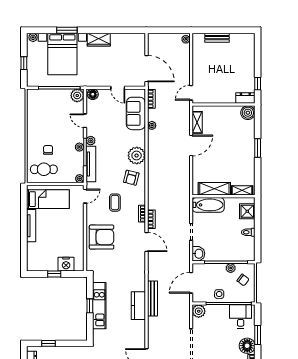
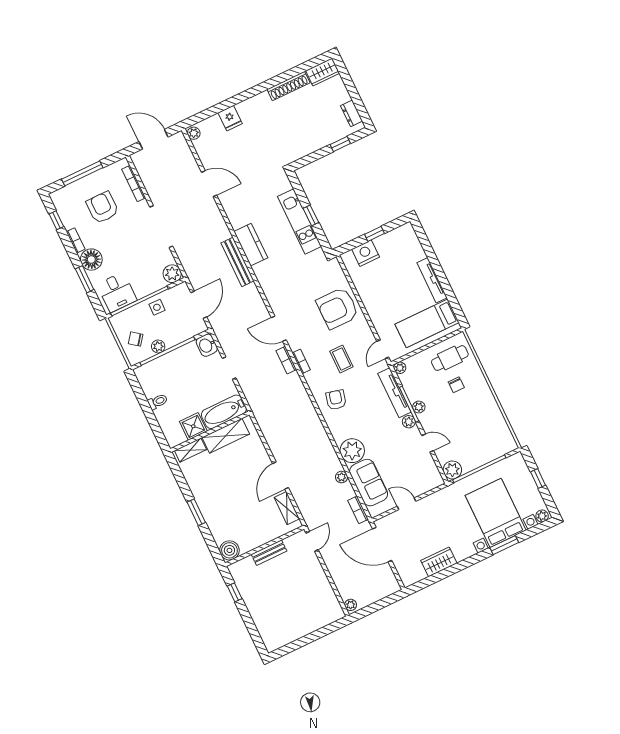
bench: (217, 38) -> (269, 553), moved
wardrobe: (99, 40) -> (439, 562), moved
floor lamp: (93, 94) -> (434, 481), removed
dresser: (245, 98) -> (241, 567), removed
plant: (137, 156) -> (352, 451), moved
shower: (247, 211) -> (193, 426), moved

